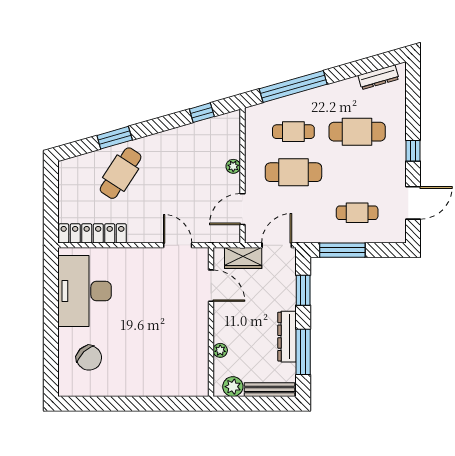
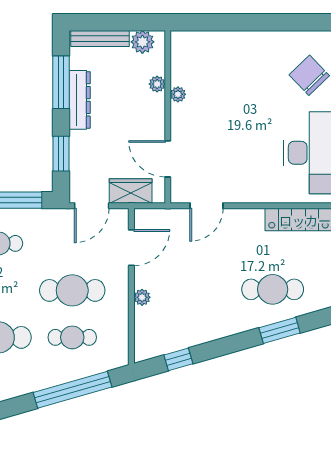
cafe table: (121, 173) -> (273, 289), turned 57
door: (178, 245) -> (207, 206), hinge flipped
plant: (202, 341) -> (178, 94), added

